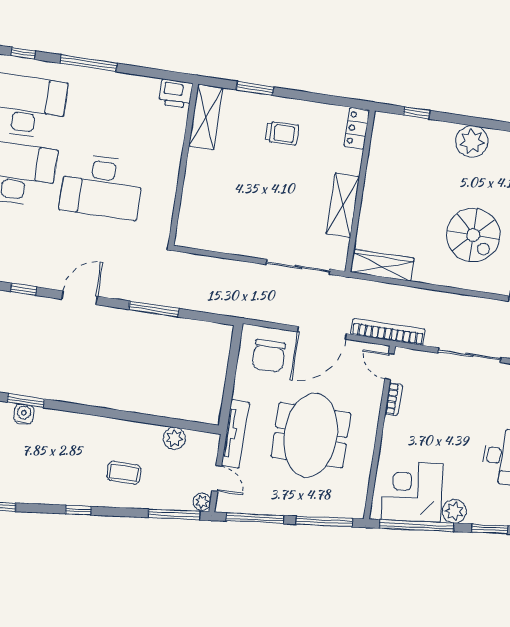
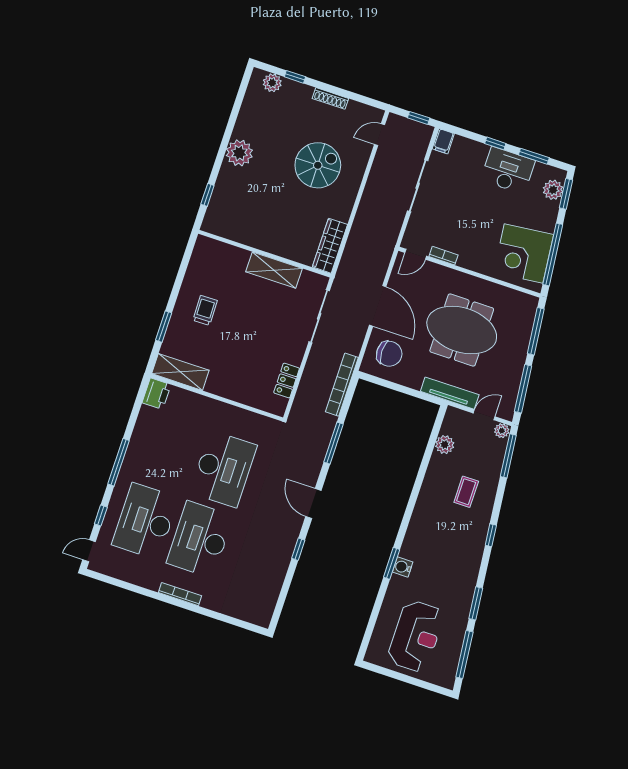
locker: (357, 128) -> (287, 381), moved, turned 90
bookcase: (388, 332) -> (342, 385), moved
plant: (454, 511) -> (553, 190), moved

